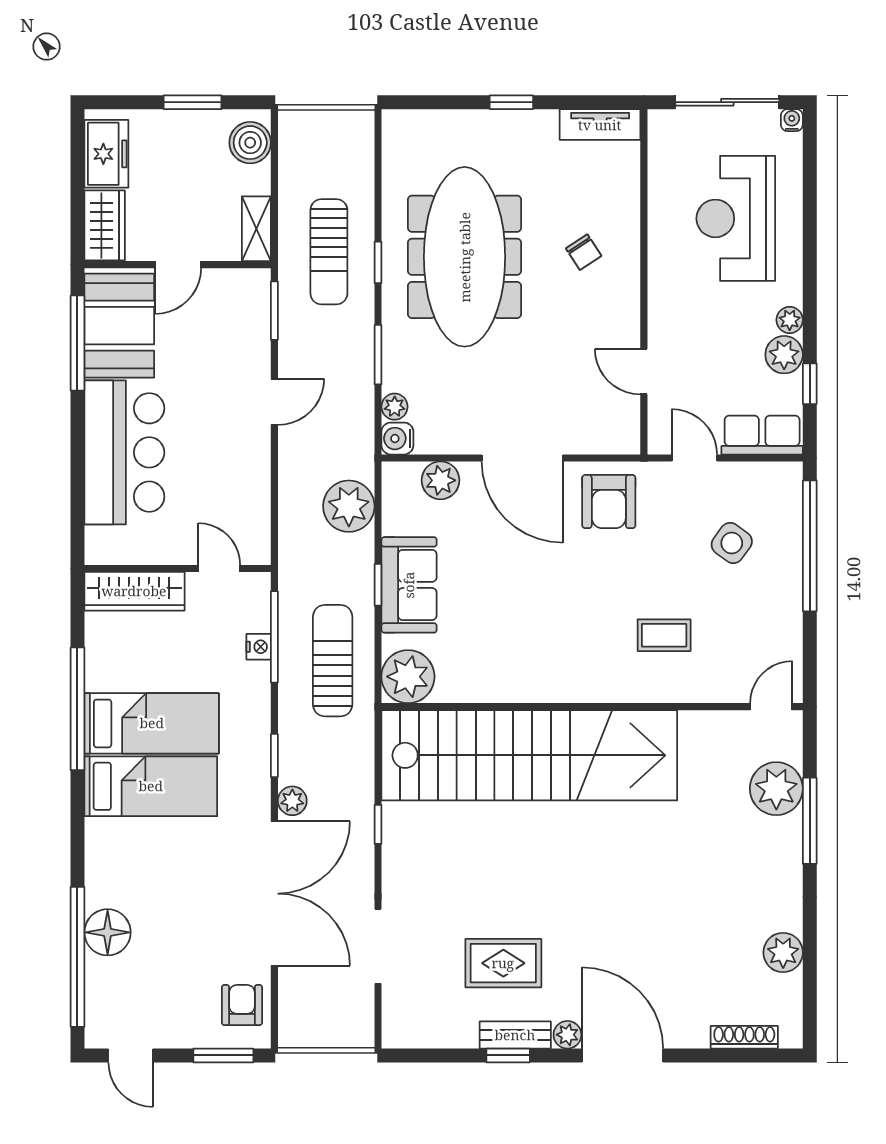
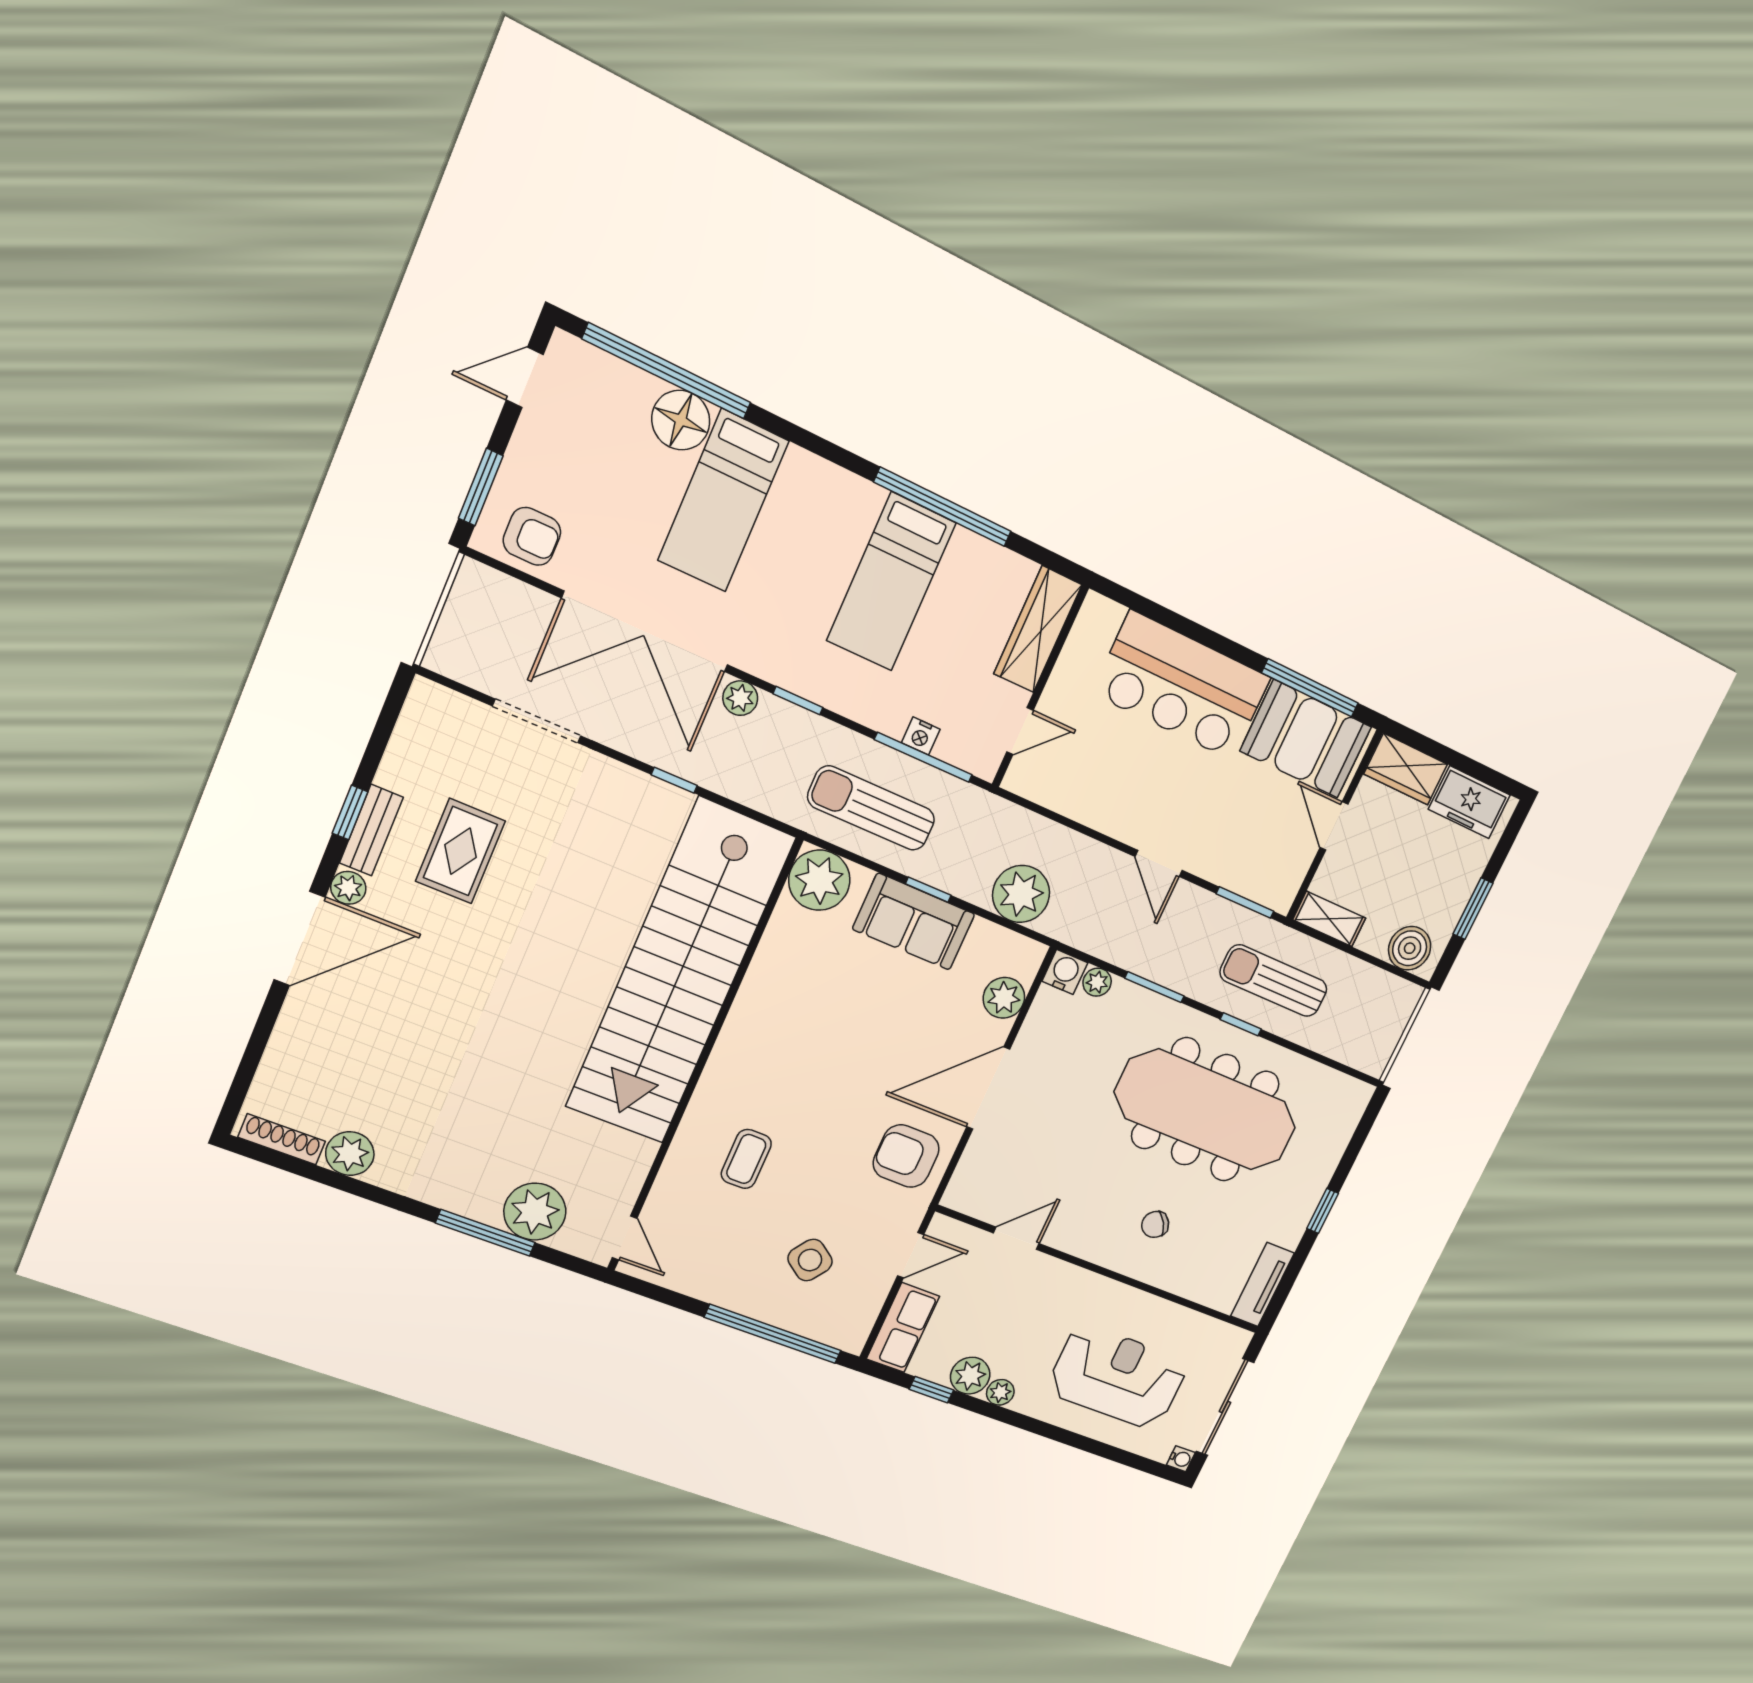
sun lounger: (333, 661) -> (871, 808), turned 180
bed: (151, 786) -> (723, 501), moved
shoe rack: (744, 1037) -> (282, 1139), moved, turned -90

